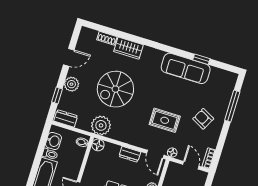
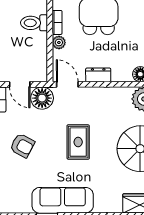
rug: (165, 120) -> (78, 142), moved, turned 90
floor lamp: (172, 153) -> (42, 98), width x1.89, depth x1.89

